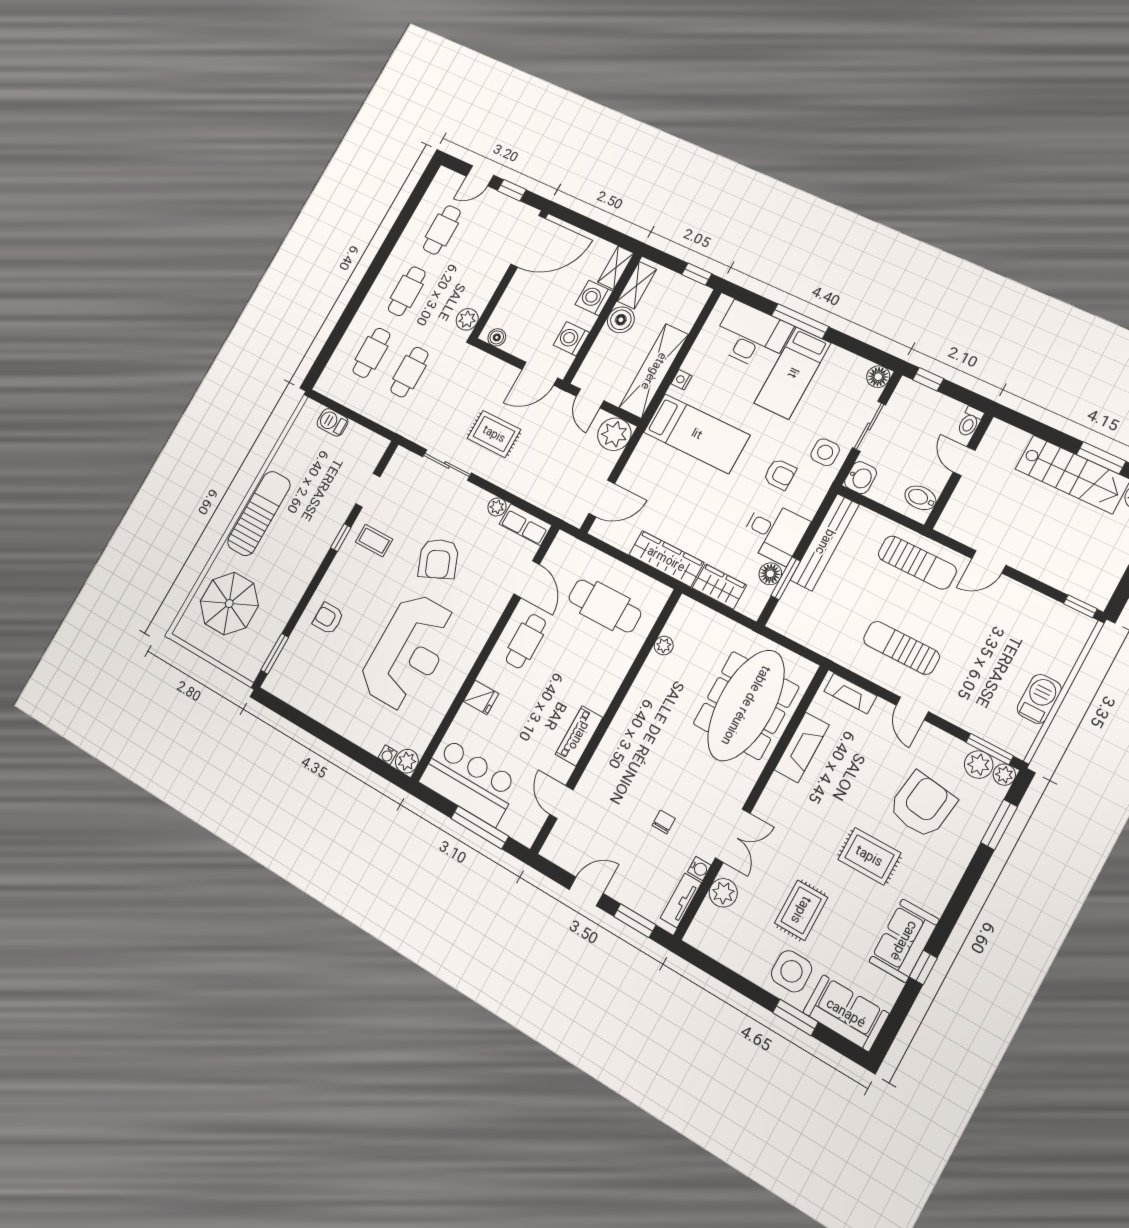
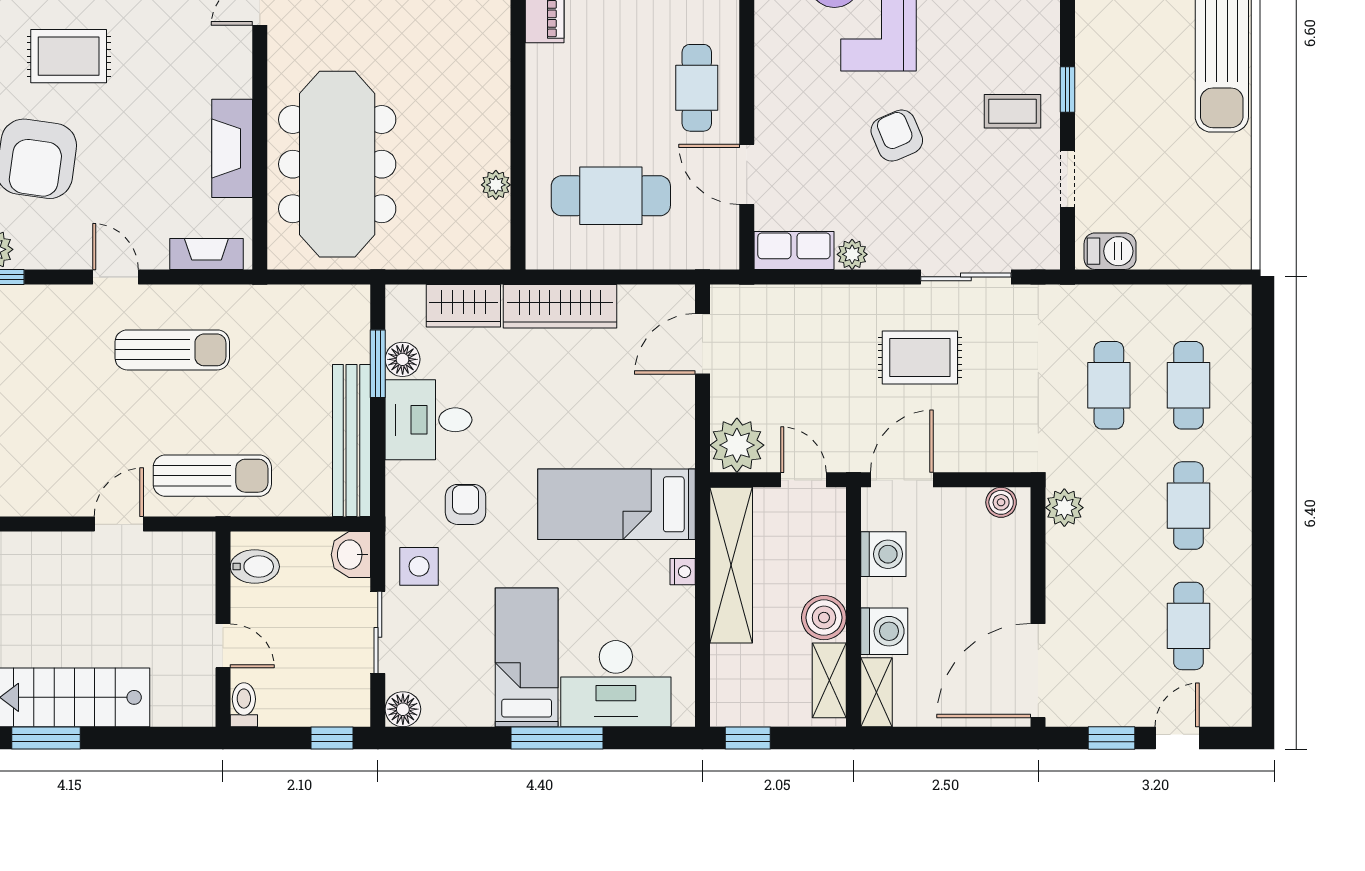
barbecue: (333, 422) -> (1110, 251), moved
armchair: (780, 474) -> (466, 504), turned 90
armchair: (438, 559) -> (897, 136), width x0.72, depth x0.72
sun lounger: (917, 562) -> (212, 476), turned 180

